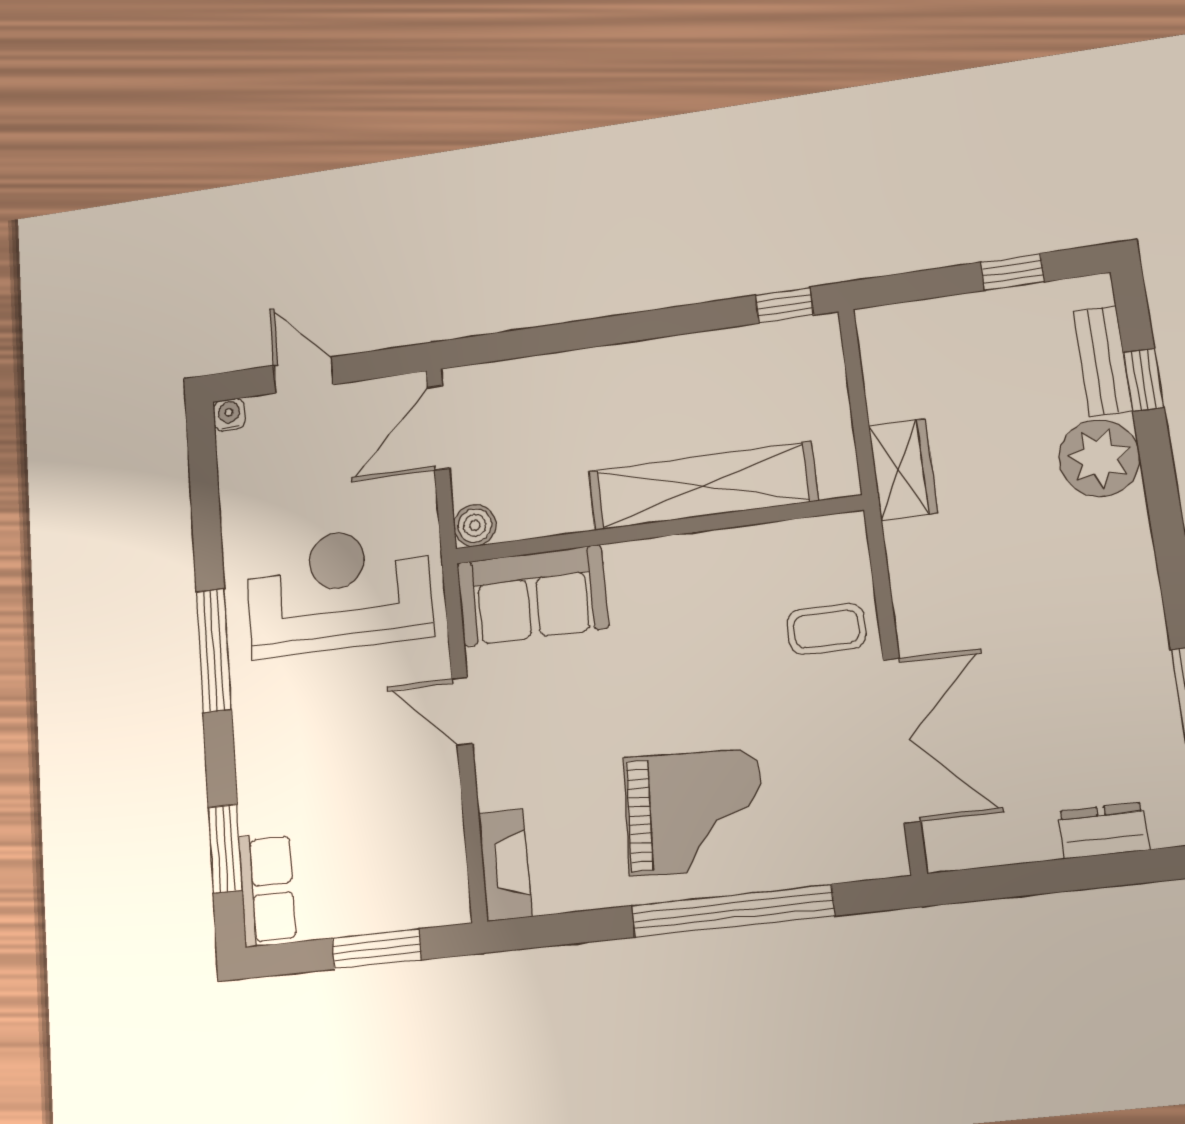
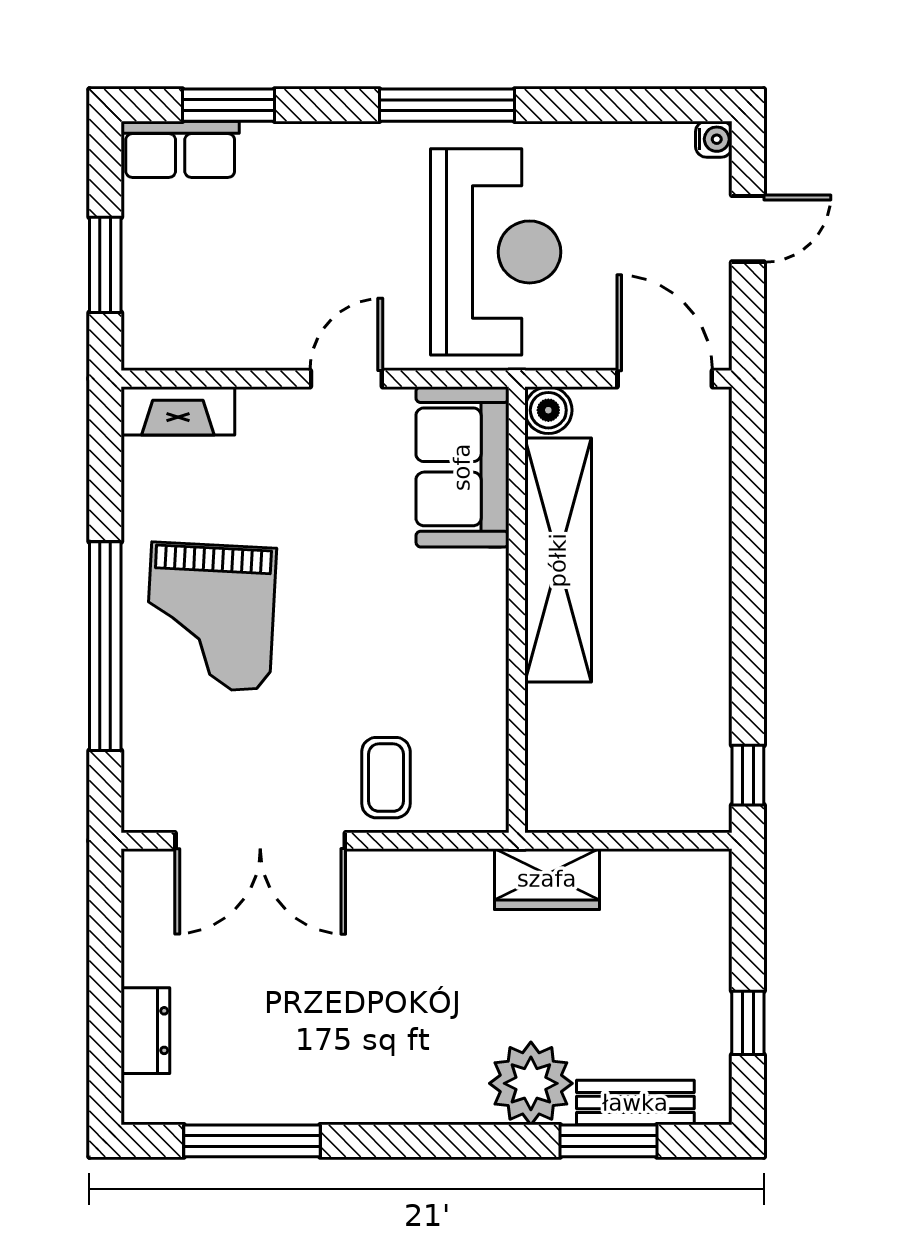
window: (1144, 380) -> (609, 1141), width x1.50
shelving: (703, 486) -> (558, 560), moved

